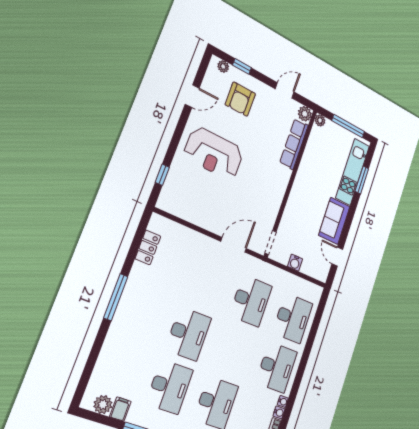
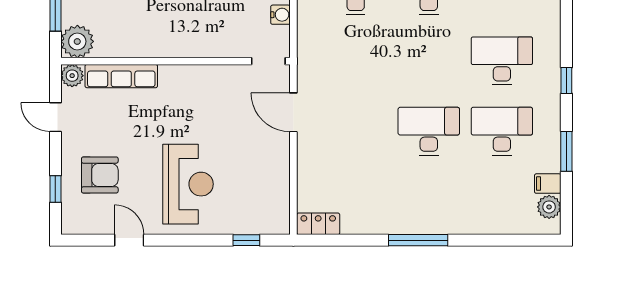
plant: (223, 66) -> (69, 214), removed
plant: (320, 120) -> (77, 41), width x1.88, depth x1.88
locker: (148, 247) -> (318, 224), moved
desk: (251, 301) -> (356, 61), removed

